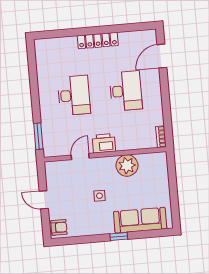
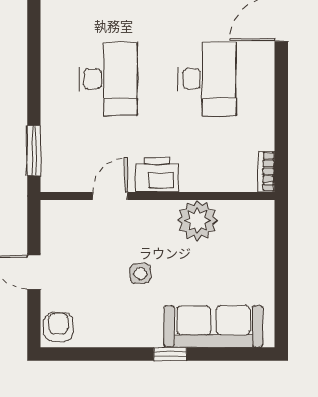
armchair: (59, 227) -> (58, 327), turned -90

